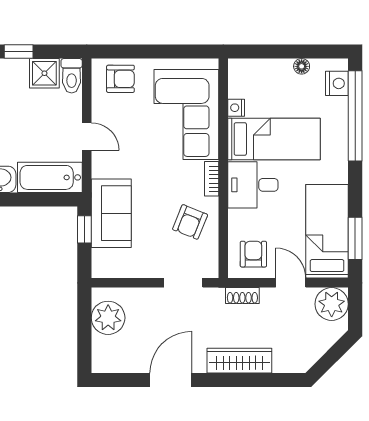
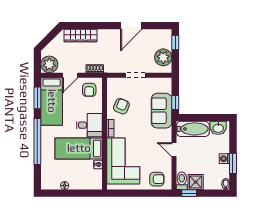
window: (19, 52) -> (189, 193), moved
armchair: (120, 79) -> (157, 179), turned 180
nightstand: (337, 83) -> (47, 177), removed
window: (355, 116) -> (37, 142), moved
doorway: (183, 283) -> (135, 75), moved
door: (291, 283) -> (70, 75), hinge flipped
window: (84, 347) -> (175, 42), added
wardrobe: (239, 361) -> (80, 36), moved

